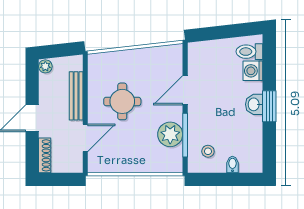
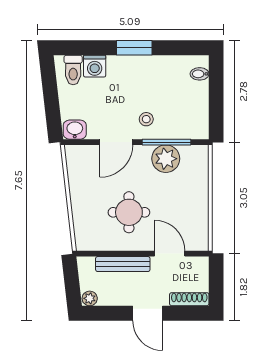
door: (185, 90) -> (116, 142), hinge flipped
washbasin: (254, 104) -> (75, 130), moved, turned 180
stool: (208, 151) -> (146, 119), moved
bidet: (232, 165) -> (200, 74), moved

